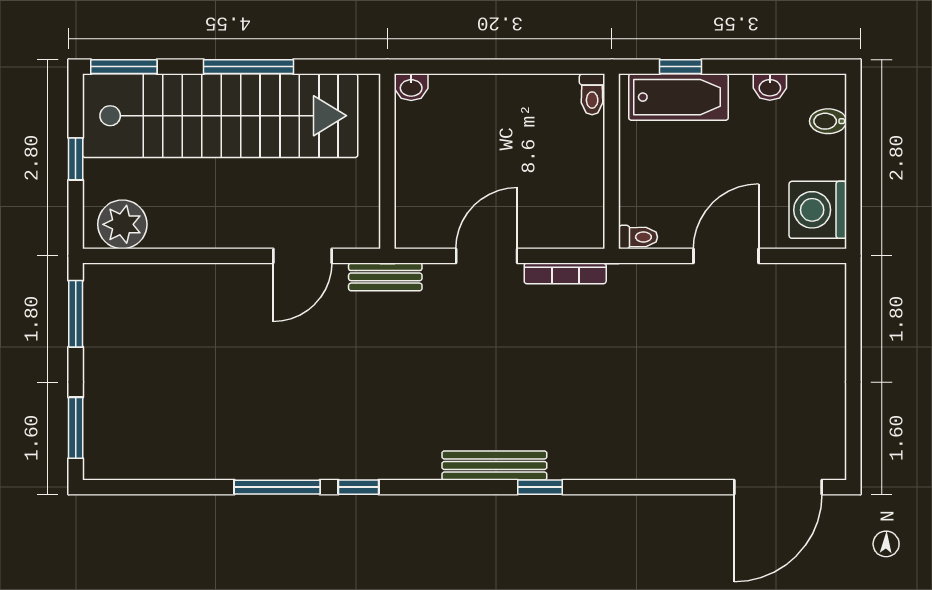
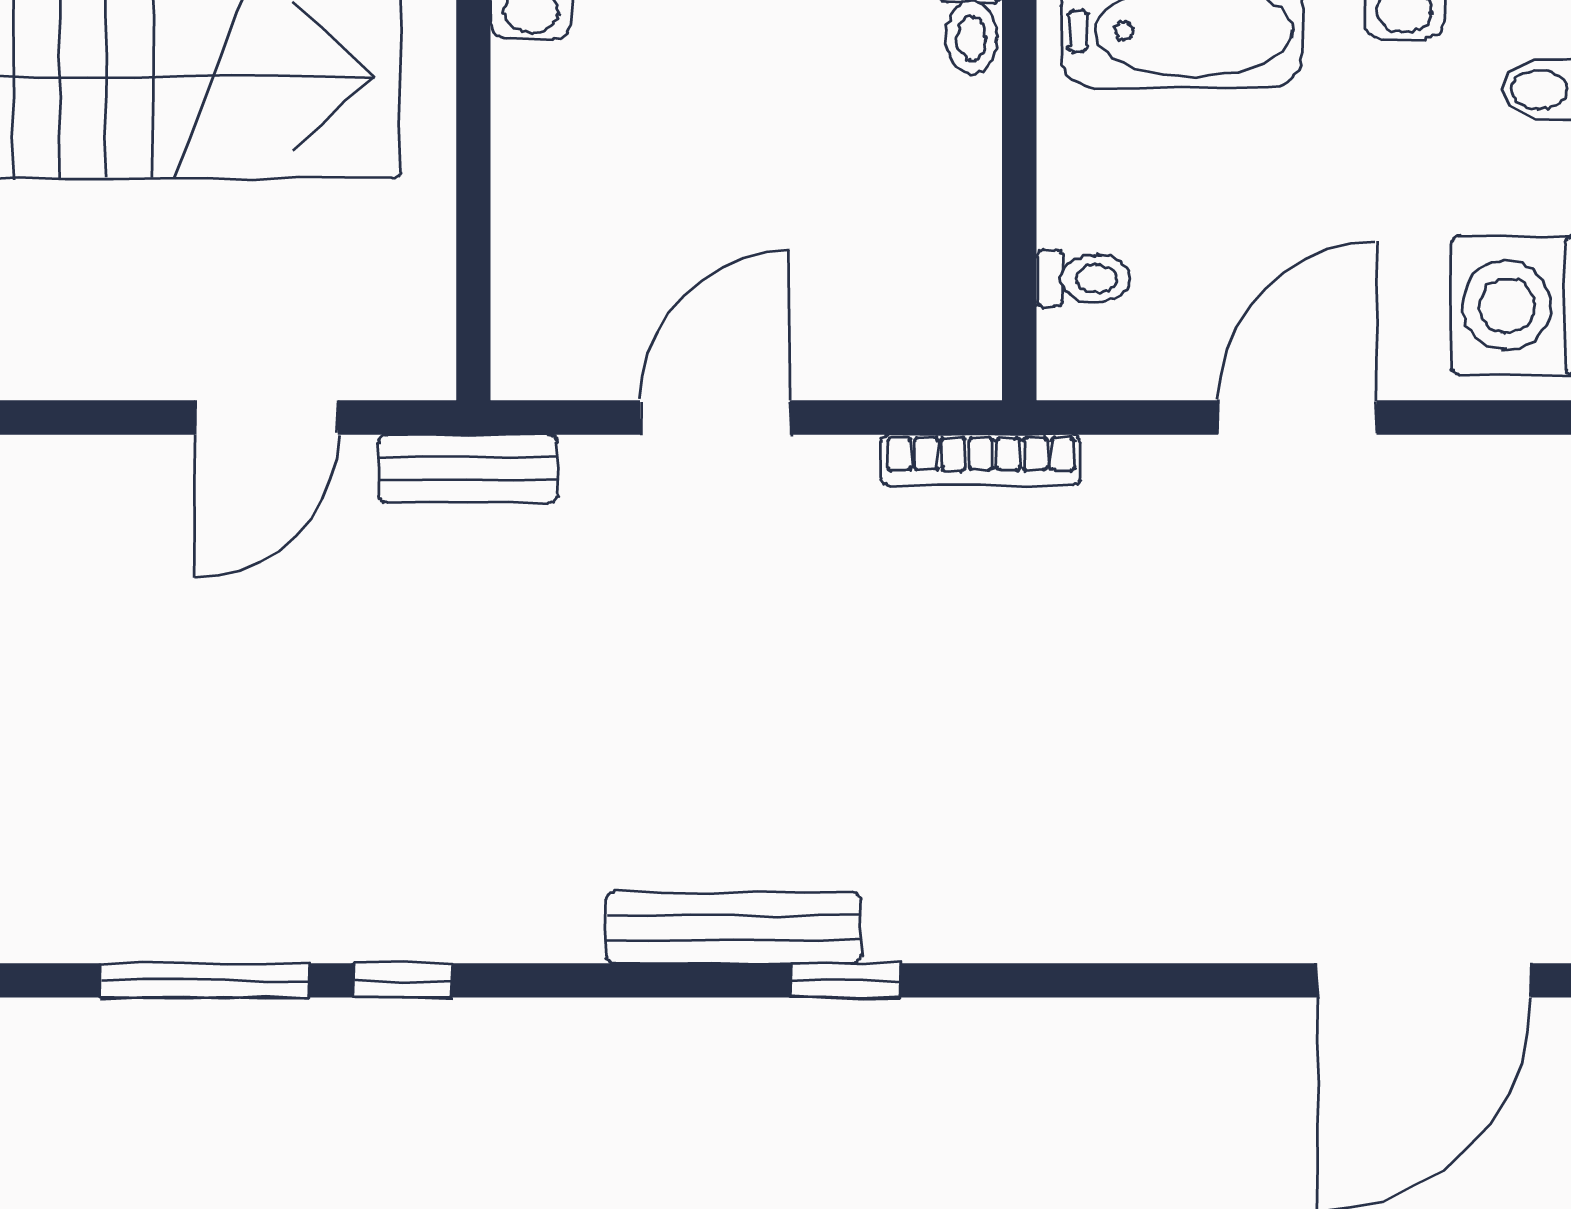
toilet: (638, 237) -> (1083, 279), moved
bookcase: (565, 273) -> (981, 460), moved

